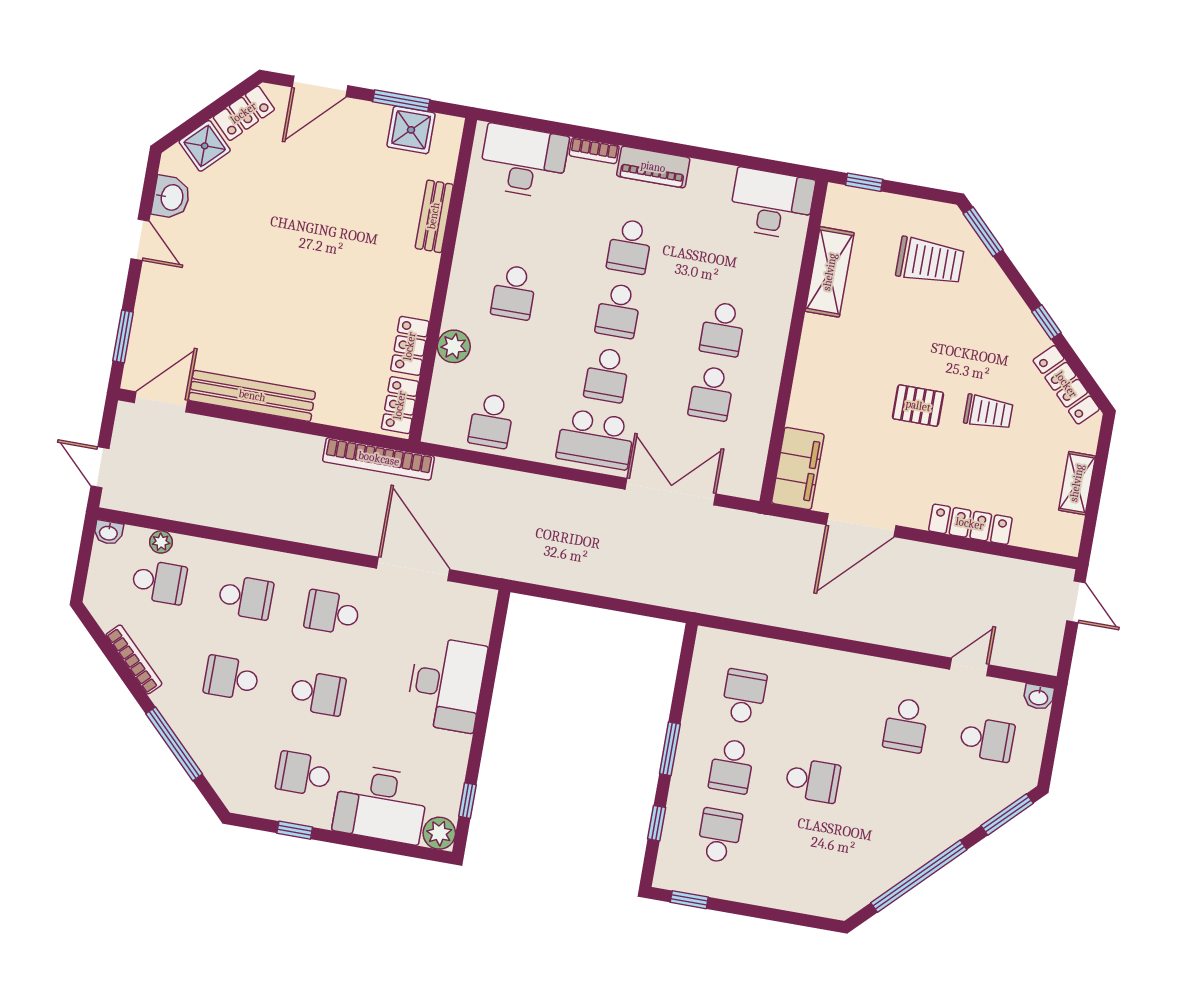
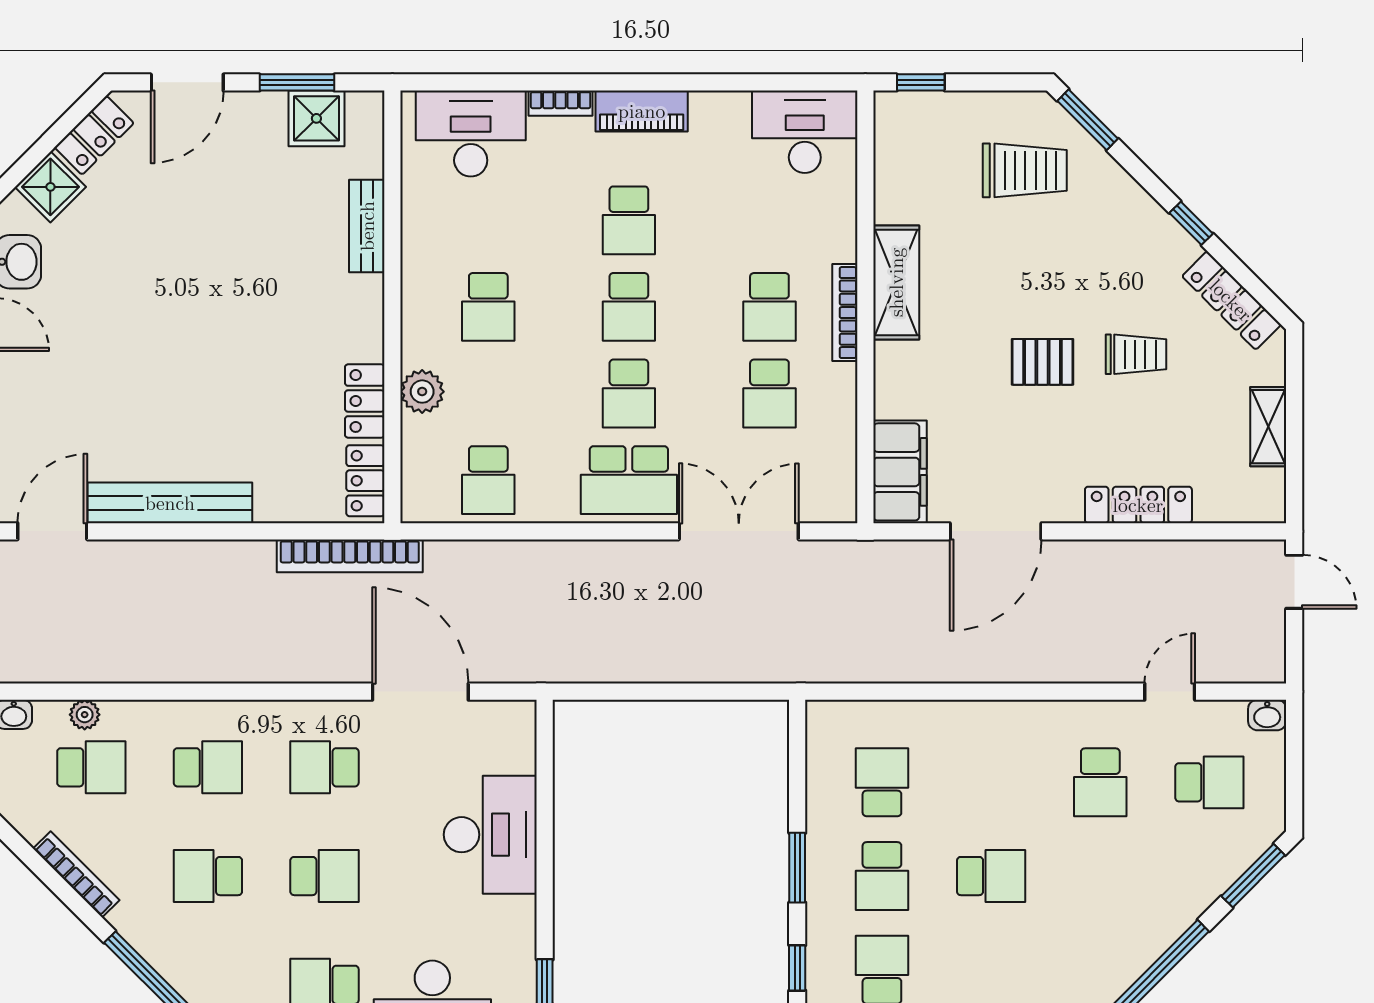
shelving: (830, 272) -> (896, 282), moved
bookcase: (778, 343) -> (845, 313), added

